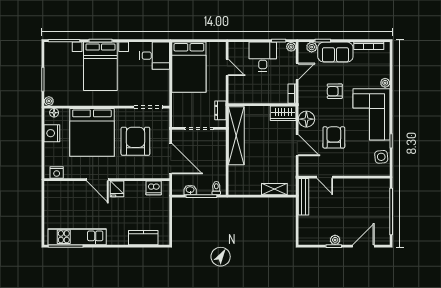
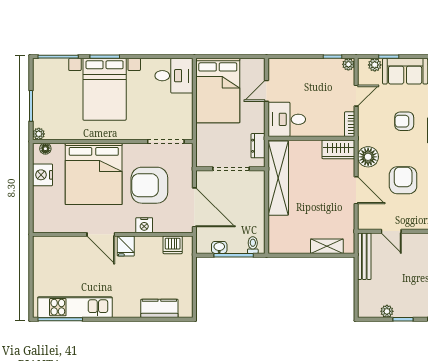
desk: (263, 57) -> (287, 119), moved, turned -90
door: (227, 67) -> (266, 91), swing flipped
armchair: (135, 141) -> (149, 185), turned -90
nightstand: (57, 173) -> (144, 225), moved
plant: (335, 240) -> (387, 311), moved

